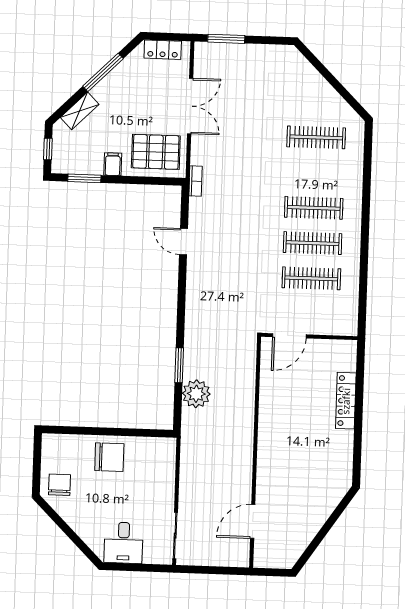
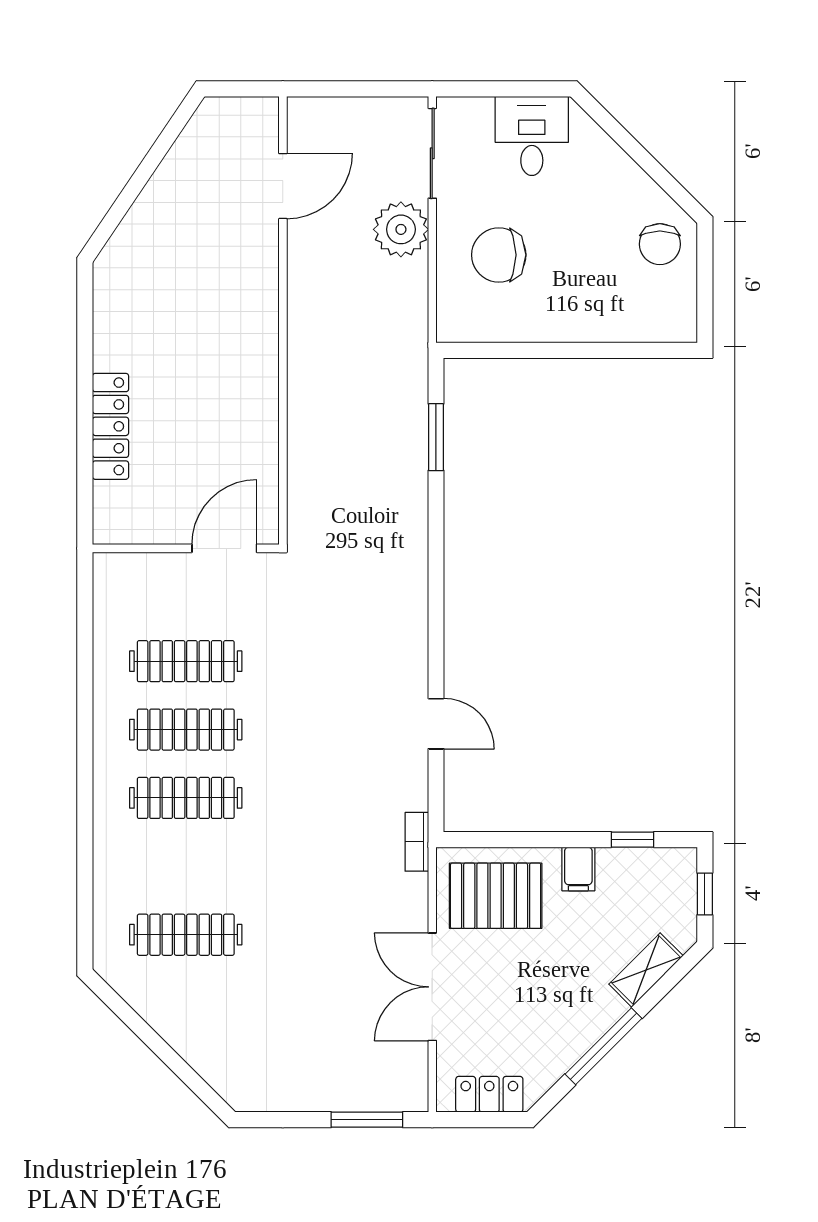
window: (84, 178) -> (632, 840), width x0.67
window: (179, 365) -> (436, 437), moved
plant: (196, 394) -> (401, 229), moved
chair: (109, 457) -> (499, 255), moved

